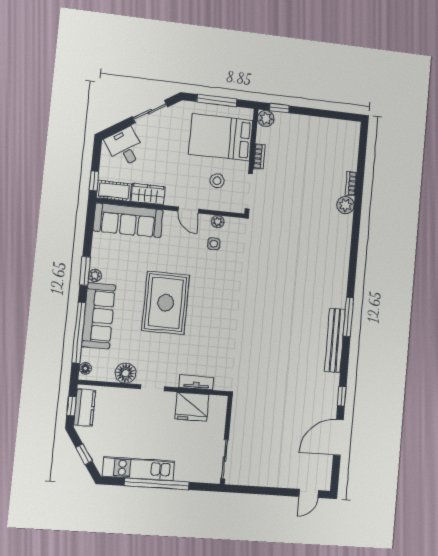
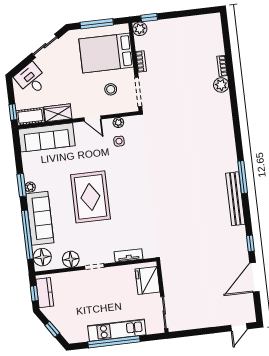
floor lamp: (85, 368) -> (42, 257), width x1.89, depth x1.89
fridge: (192, 407) -> (148, 280), moved, turned 90
kitchen unit: (139, 469) -> (117, 330), moved

